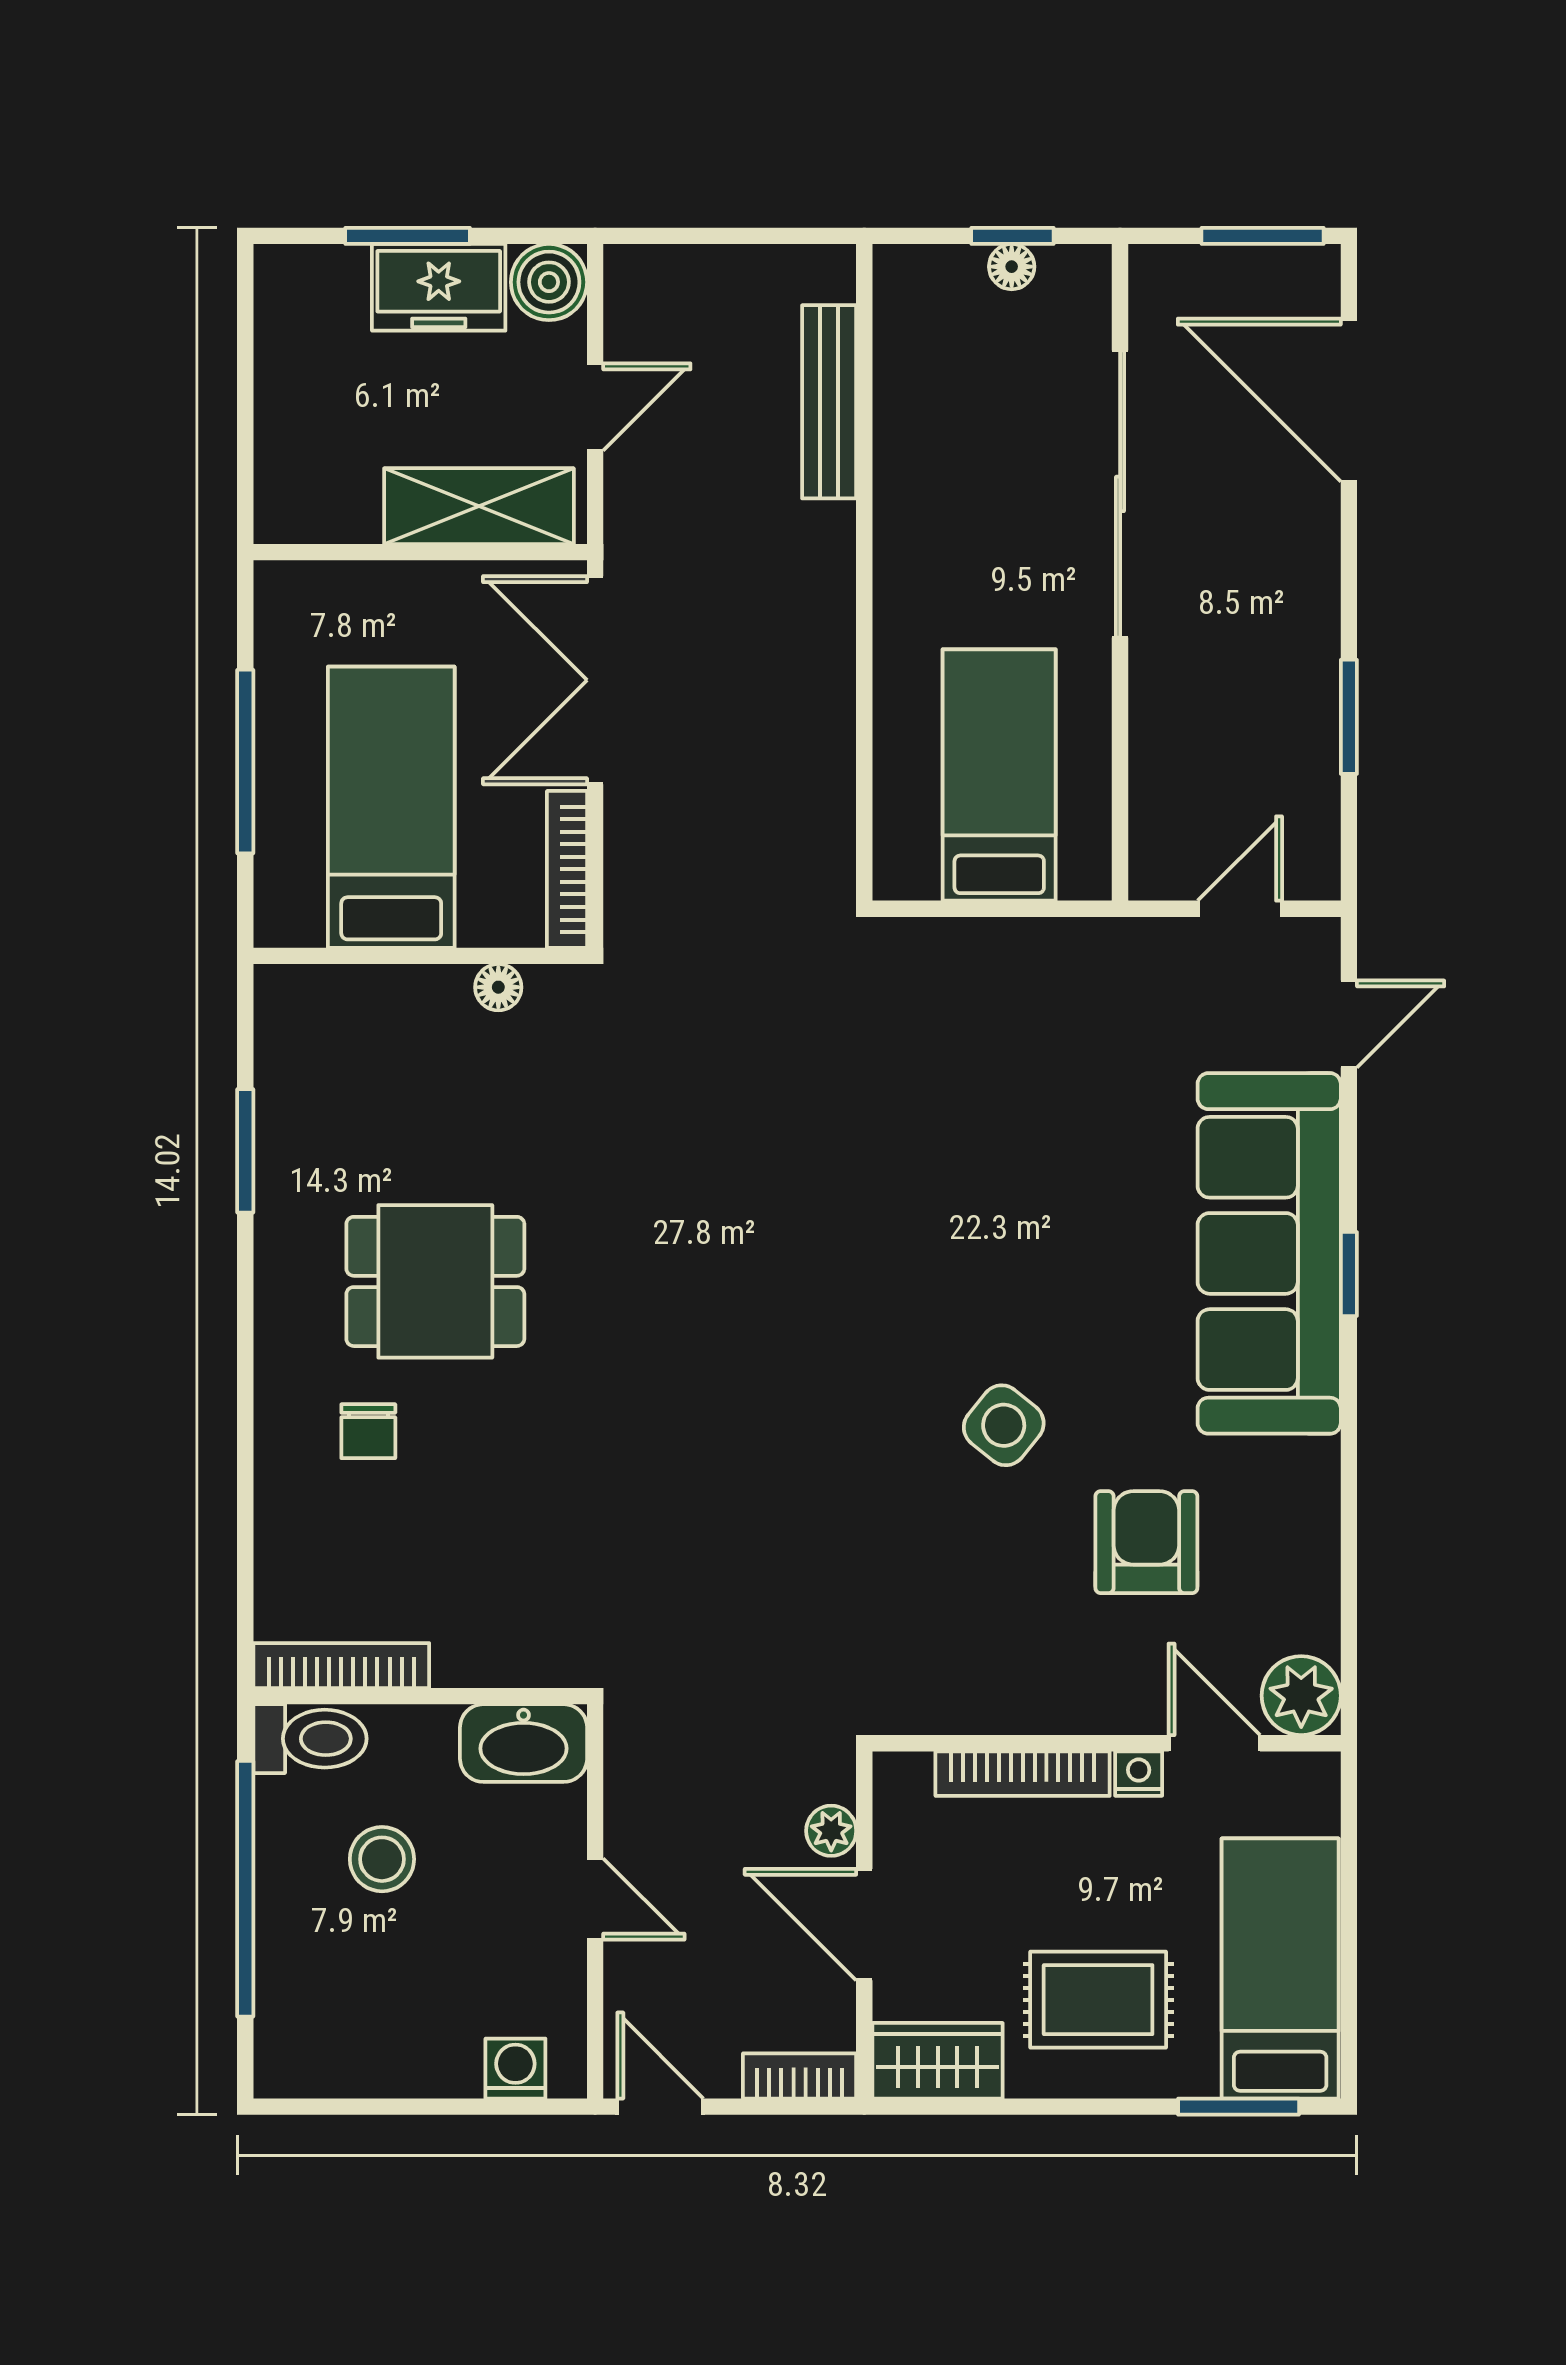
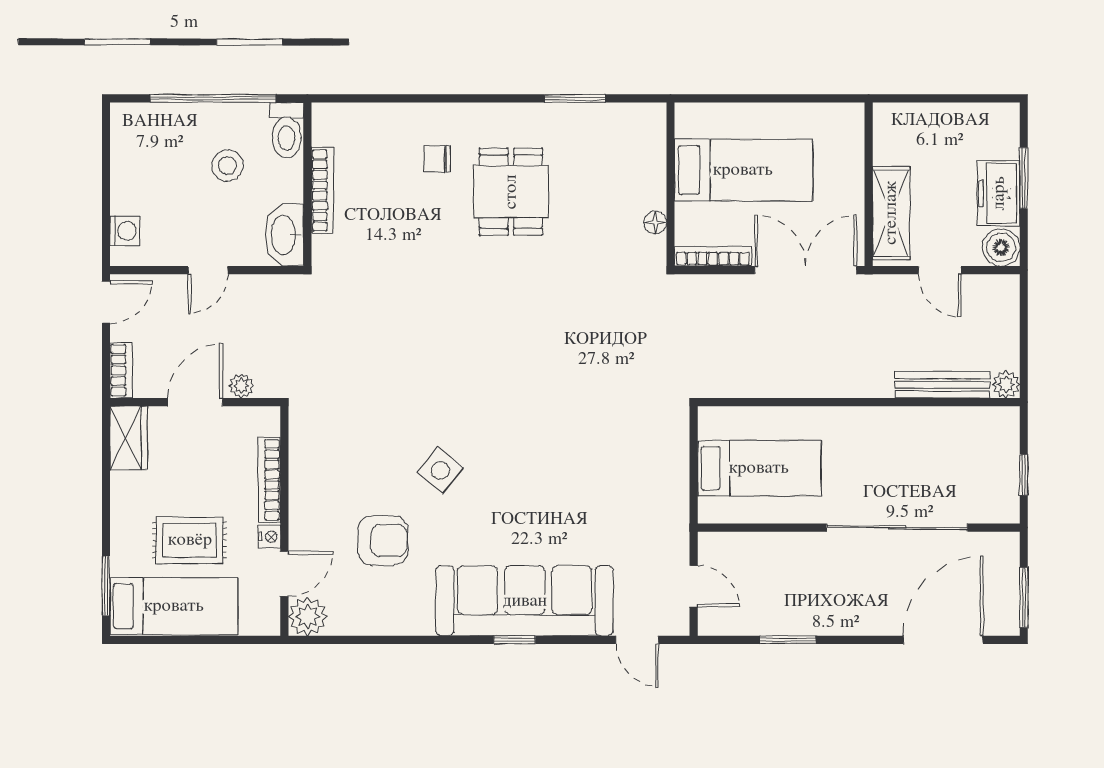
floor lamp: (1012, 267) -> (1009, 474), removed
plant: (828, 272) -> (1006, 384), added
window: (245, 762) -> (766, 98), removed
bookcase: (341, 1666) -> (322, 190), moved
rug: (1098, 2000) -> (190, 540), moved, turned 90

